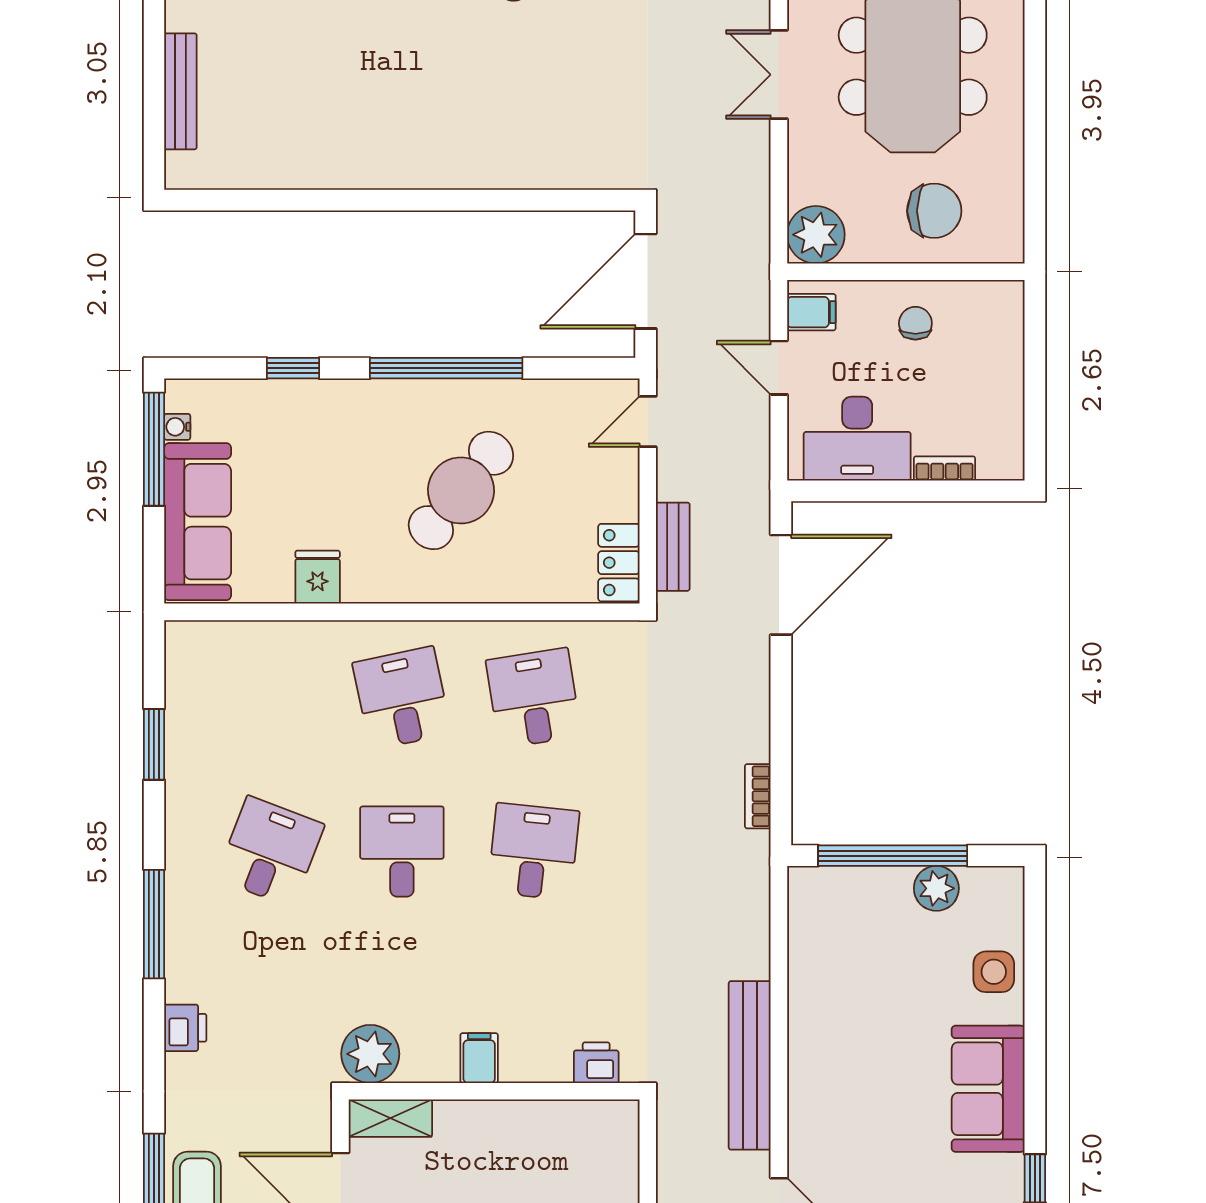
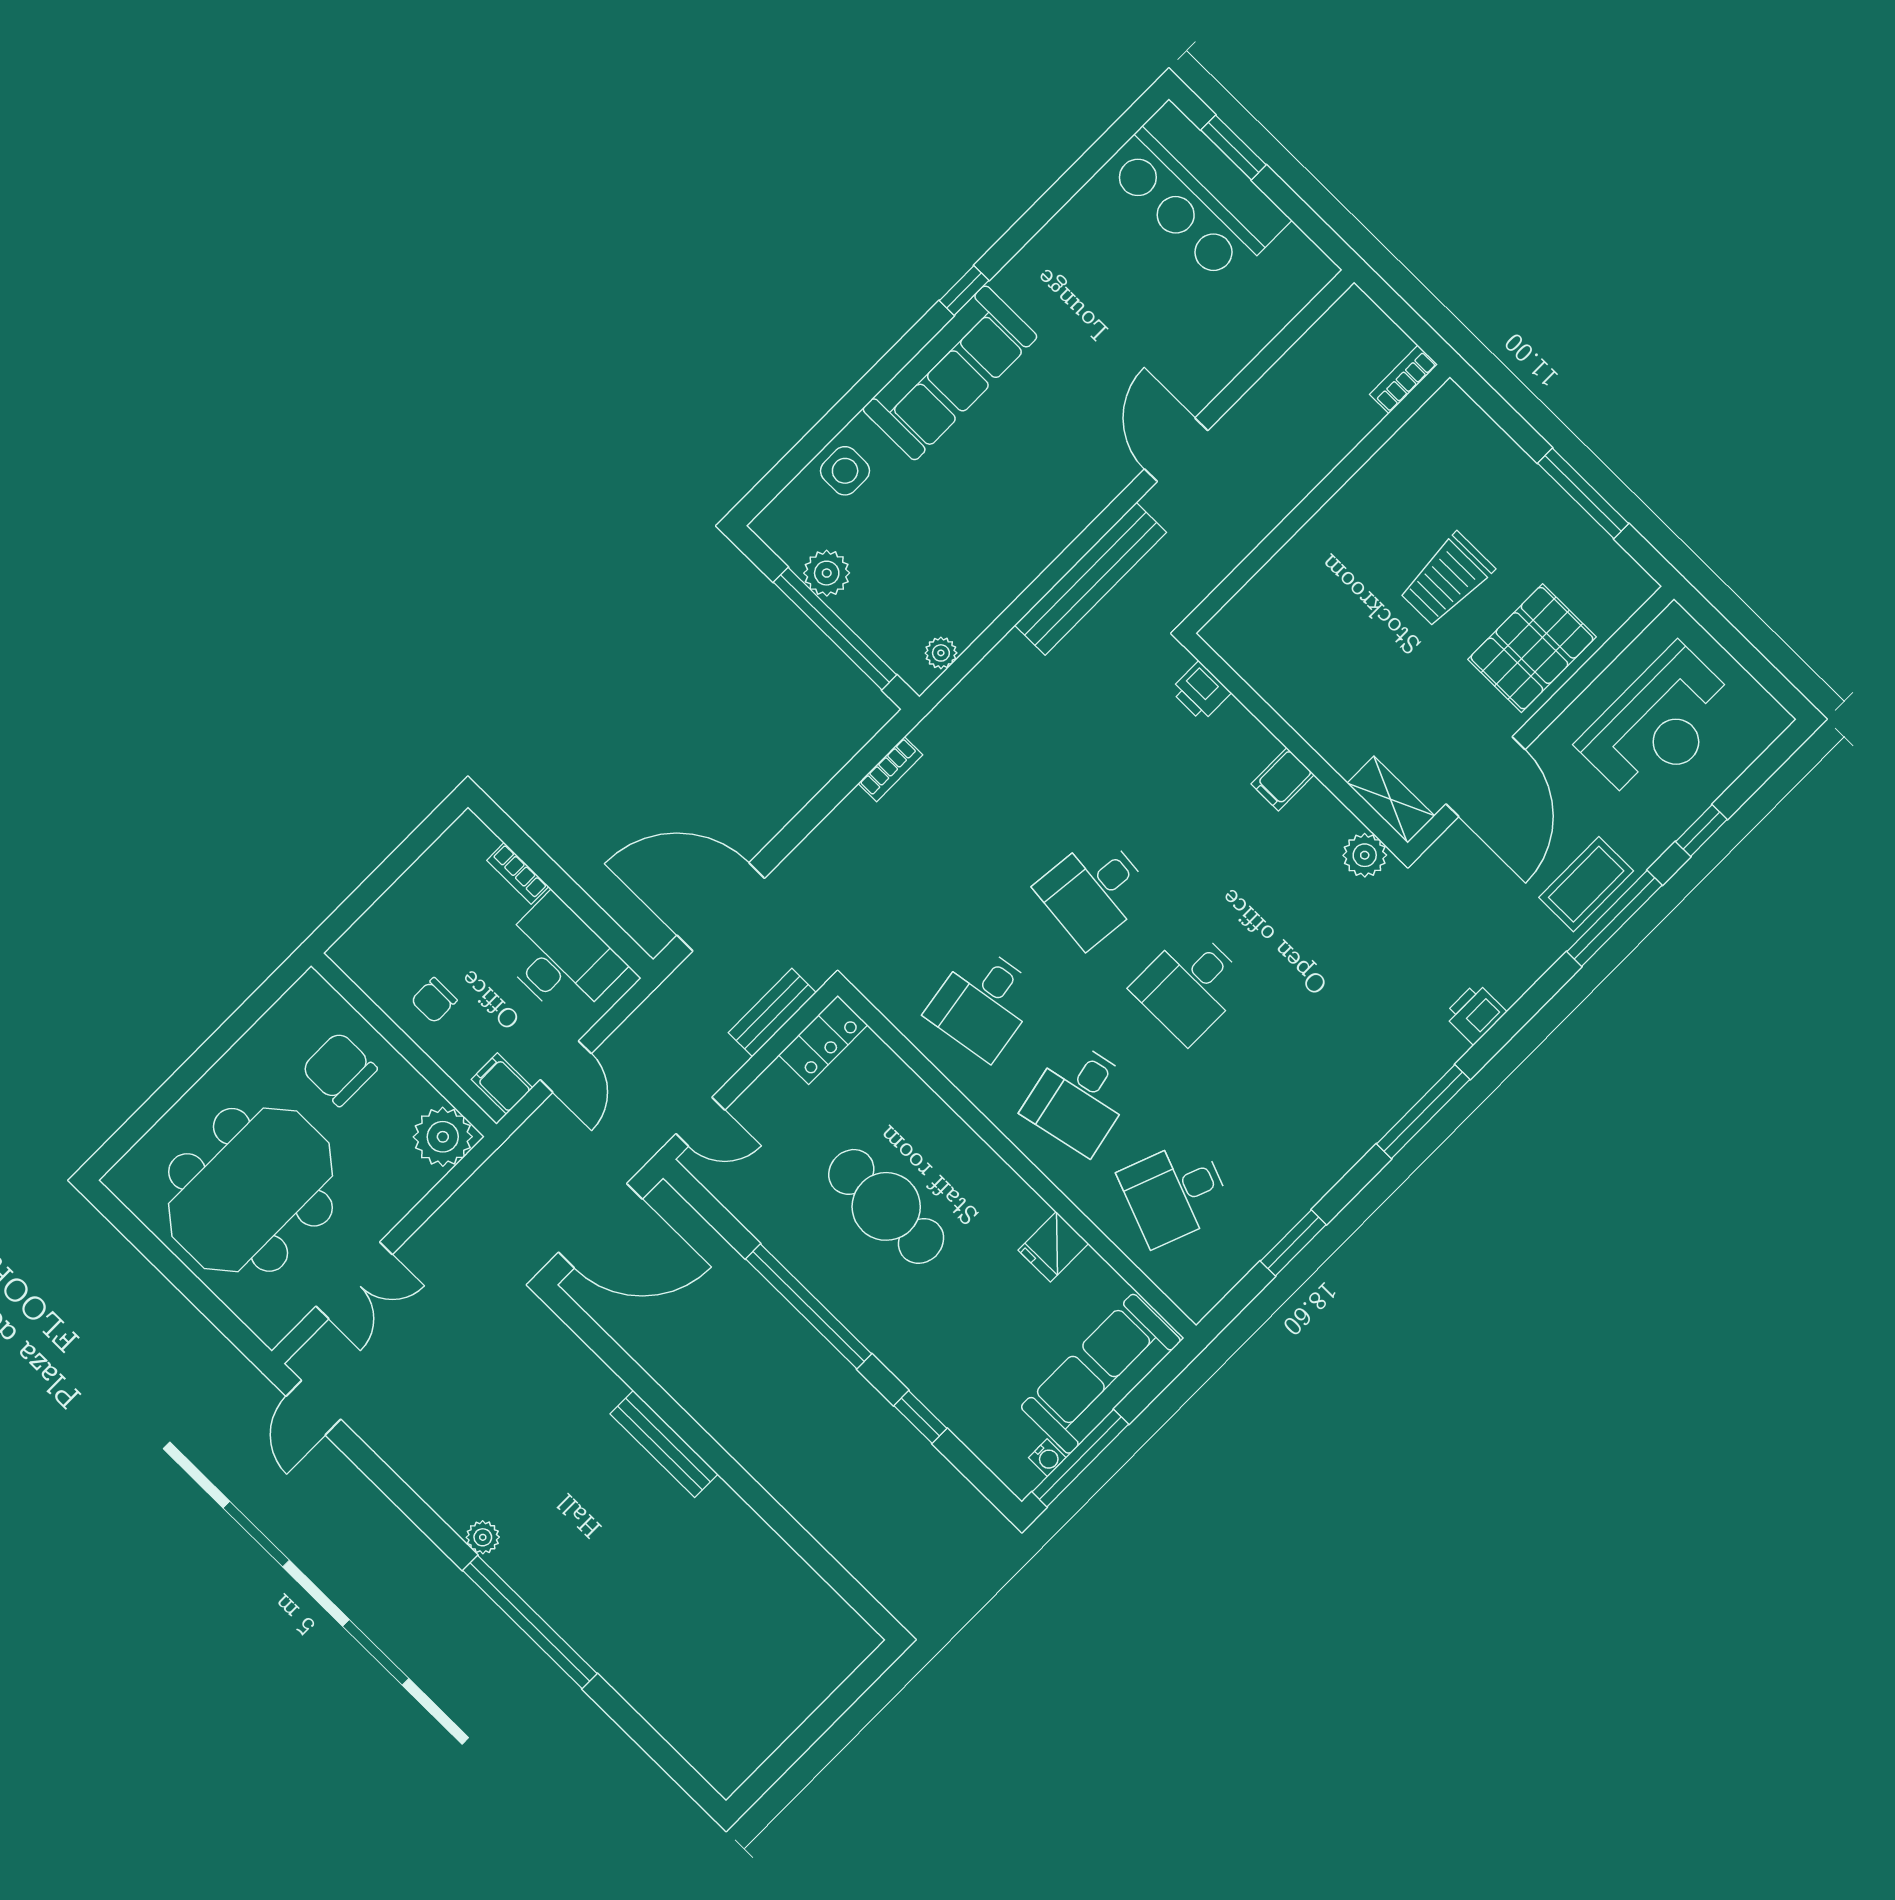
bench: (180, 91) -> (664, 1444), moved, turned 90
cafe table: (461, 490) -> (886, 1206), turned 51
desk: (270, 852) -> (1175, 1193), moved
plant: (803, 911) -> (941, 653), added
plant: (370, 1054) -> (1365, 855), width x0.73, depth x0.73
sofa: (988, 1089) -> (950, 373), width x1.36

